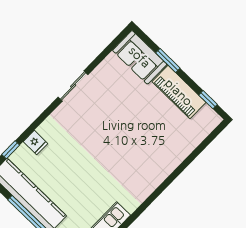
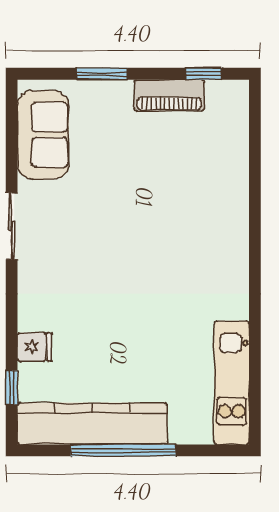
sofa: (140, 57) -> (43, 135), moved, turned -90
piano: (179, 92) -> (169, 95), width x0.73, depth x0.75

